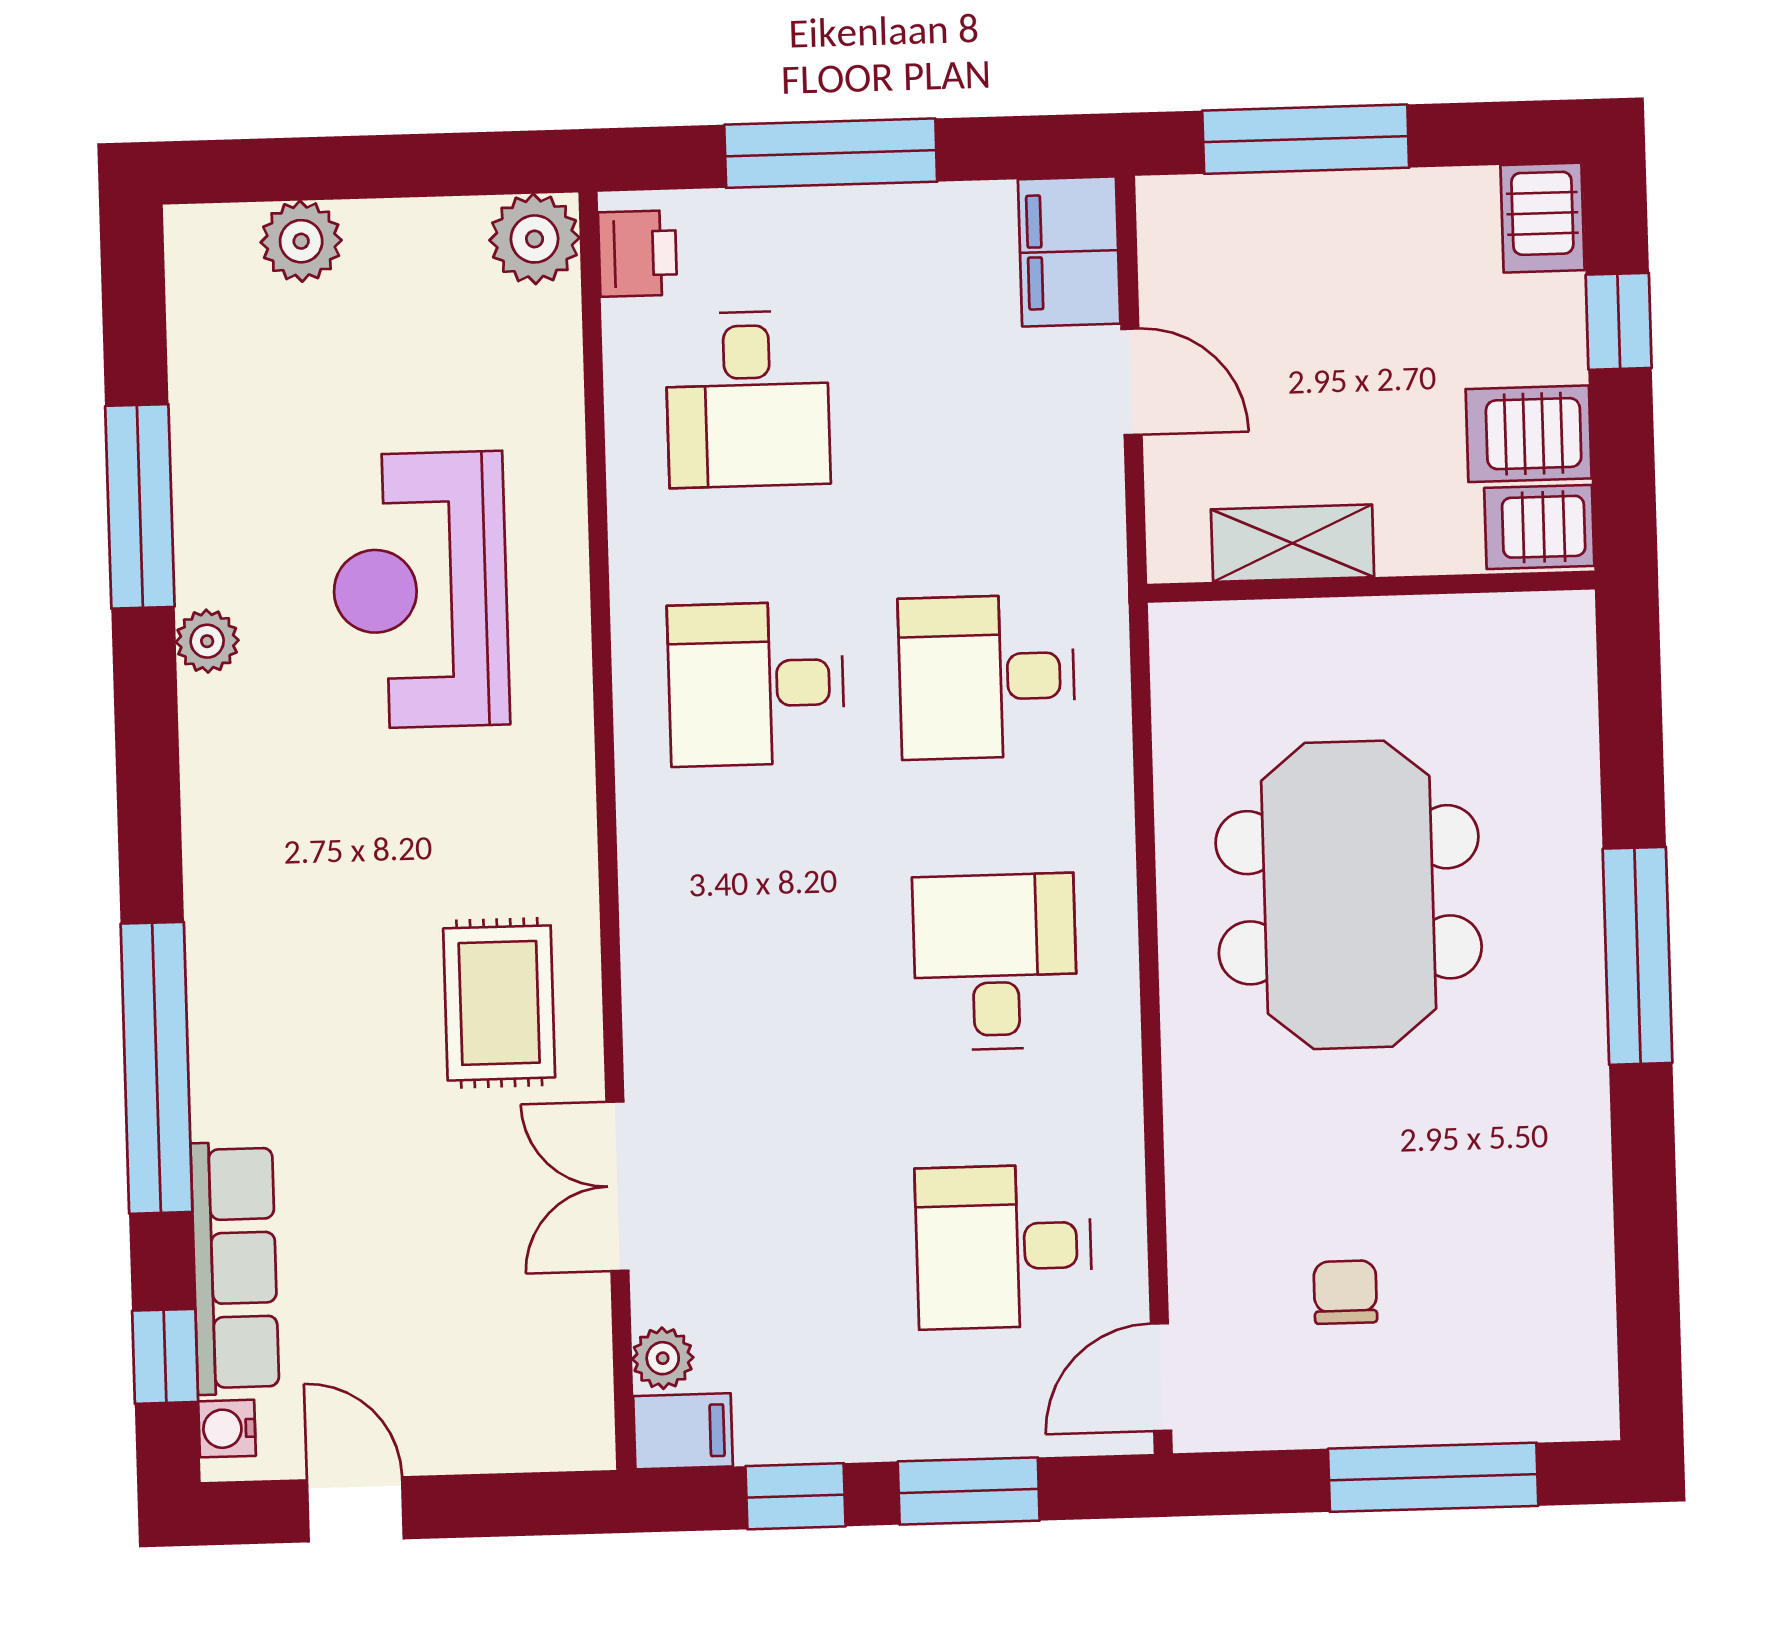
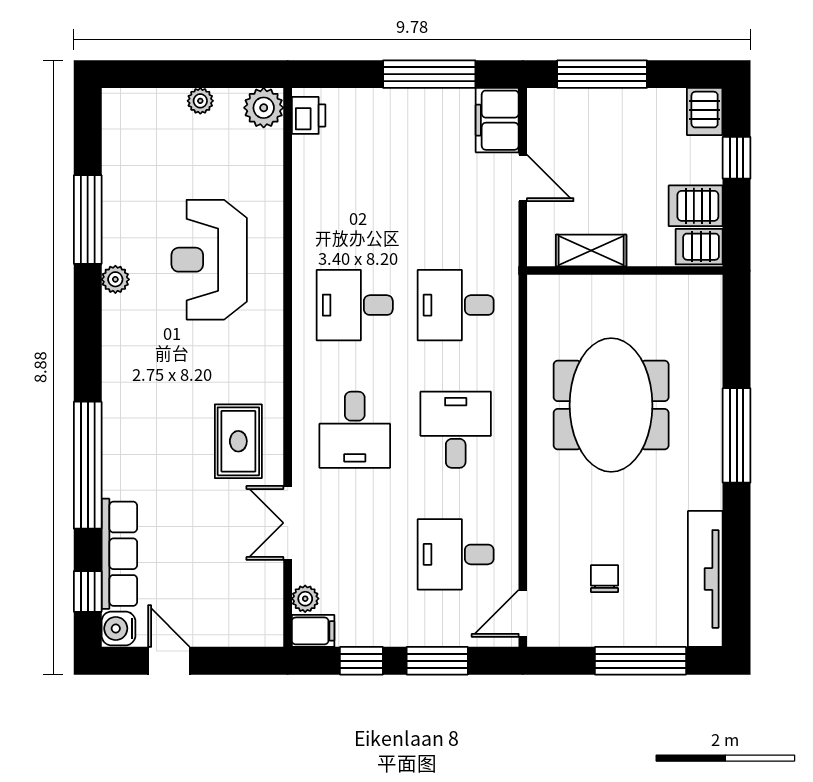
window: (831, 153) -> (429, 74), moved
plant: (301, 241) -> (200, 101), moved, width x0.73, depth x0.73
desk: (748, 399) -> (355, 430), moved
tv unit: (1576, 1286) -> (705, 579), added
water cooler: (227, 1429) -> (118, 628), width x1.38, depth x1.38

